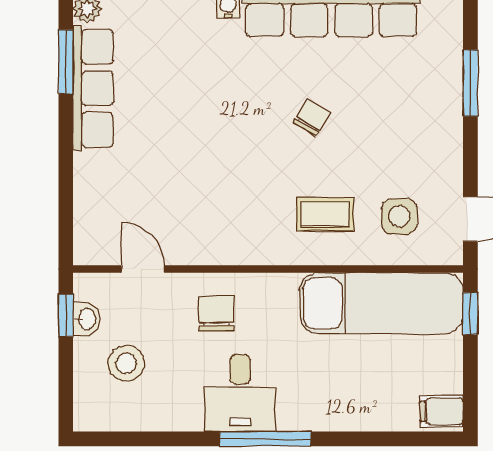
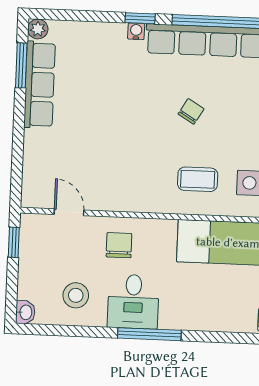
washbasin: (86, 319) -> (25, 312), moved
stool: (126, 363) -> (76, 295), moved

